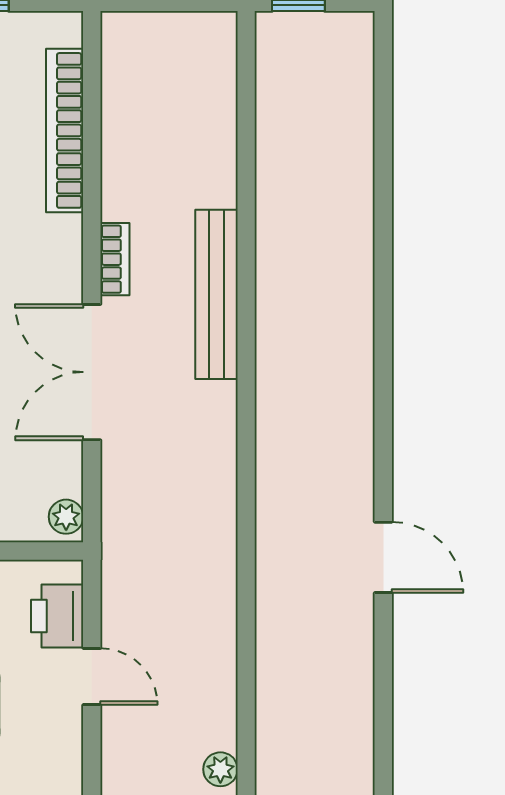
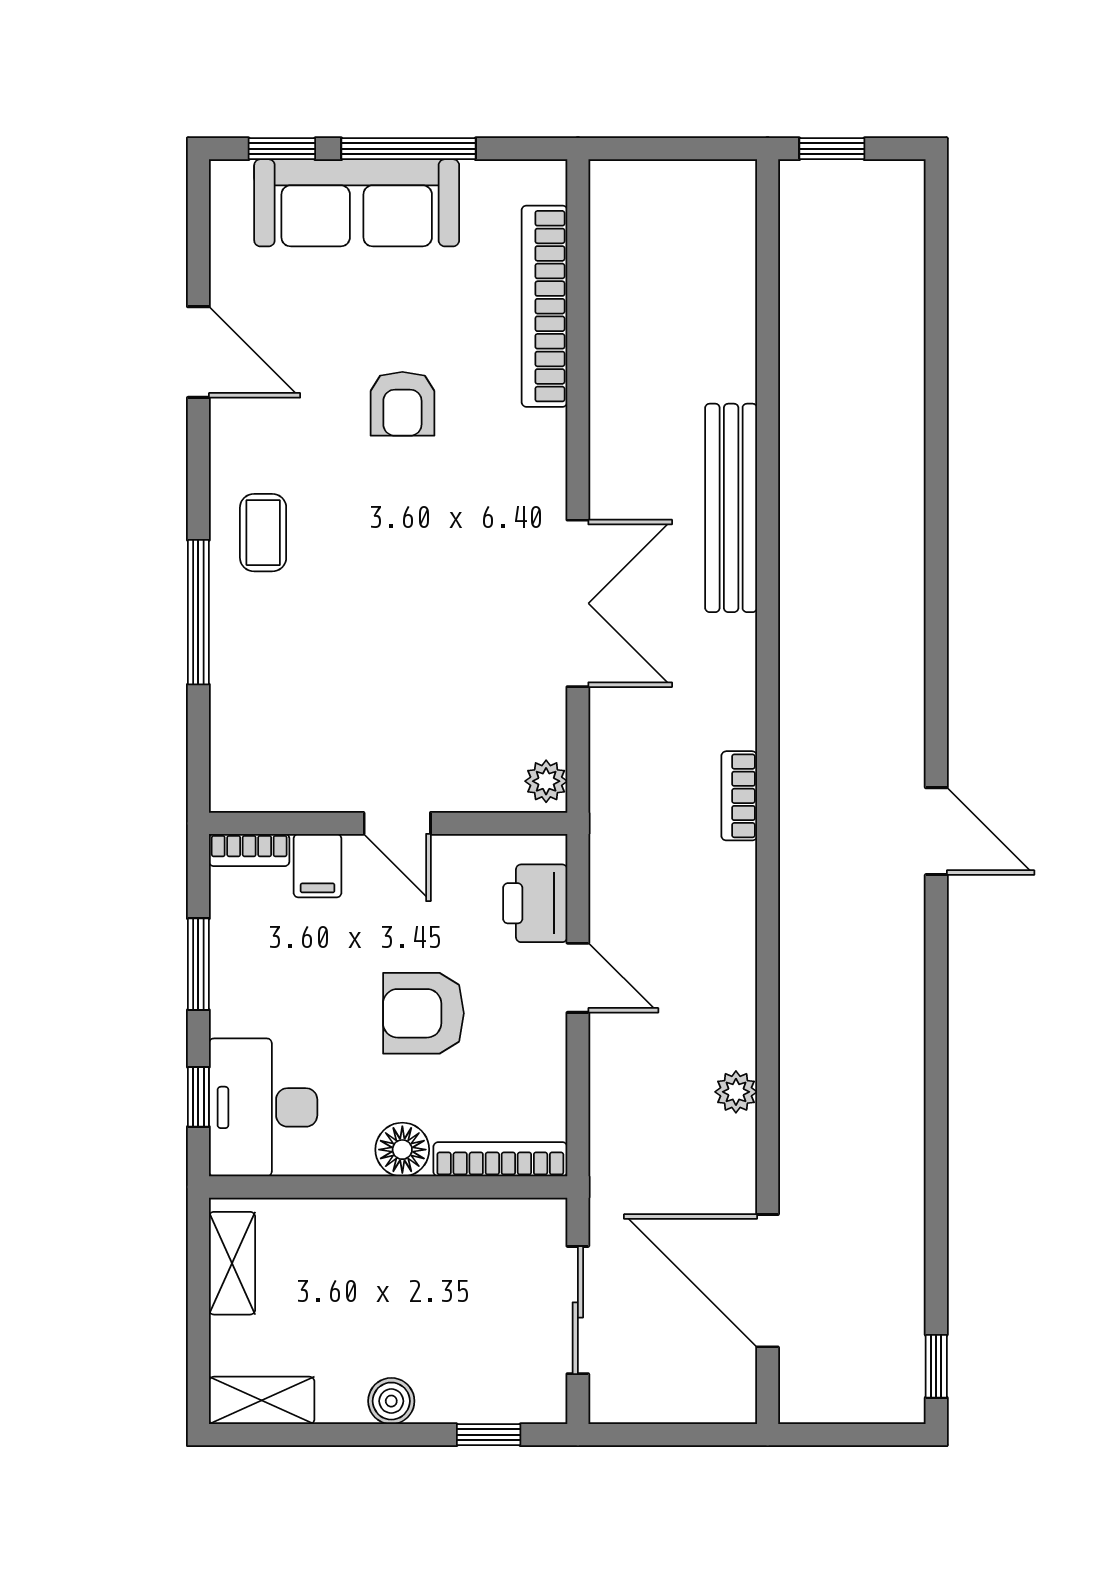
bookcase: (115, 259) -> (739, 796), moved, turned 180
double door: (92, 372) -> (578, 603), swing flipped

